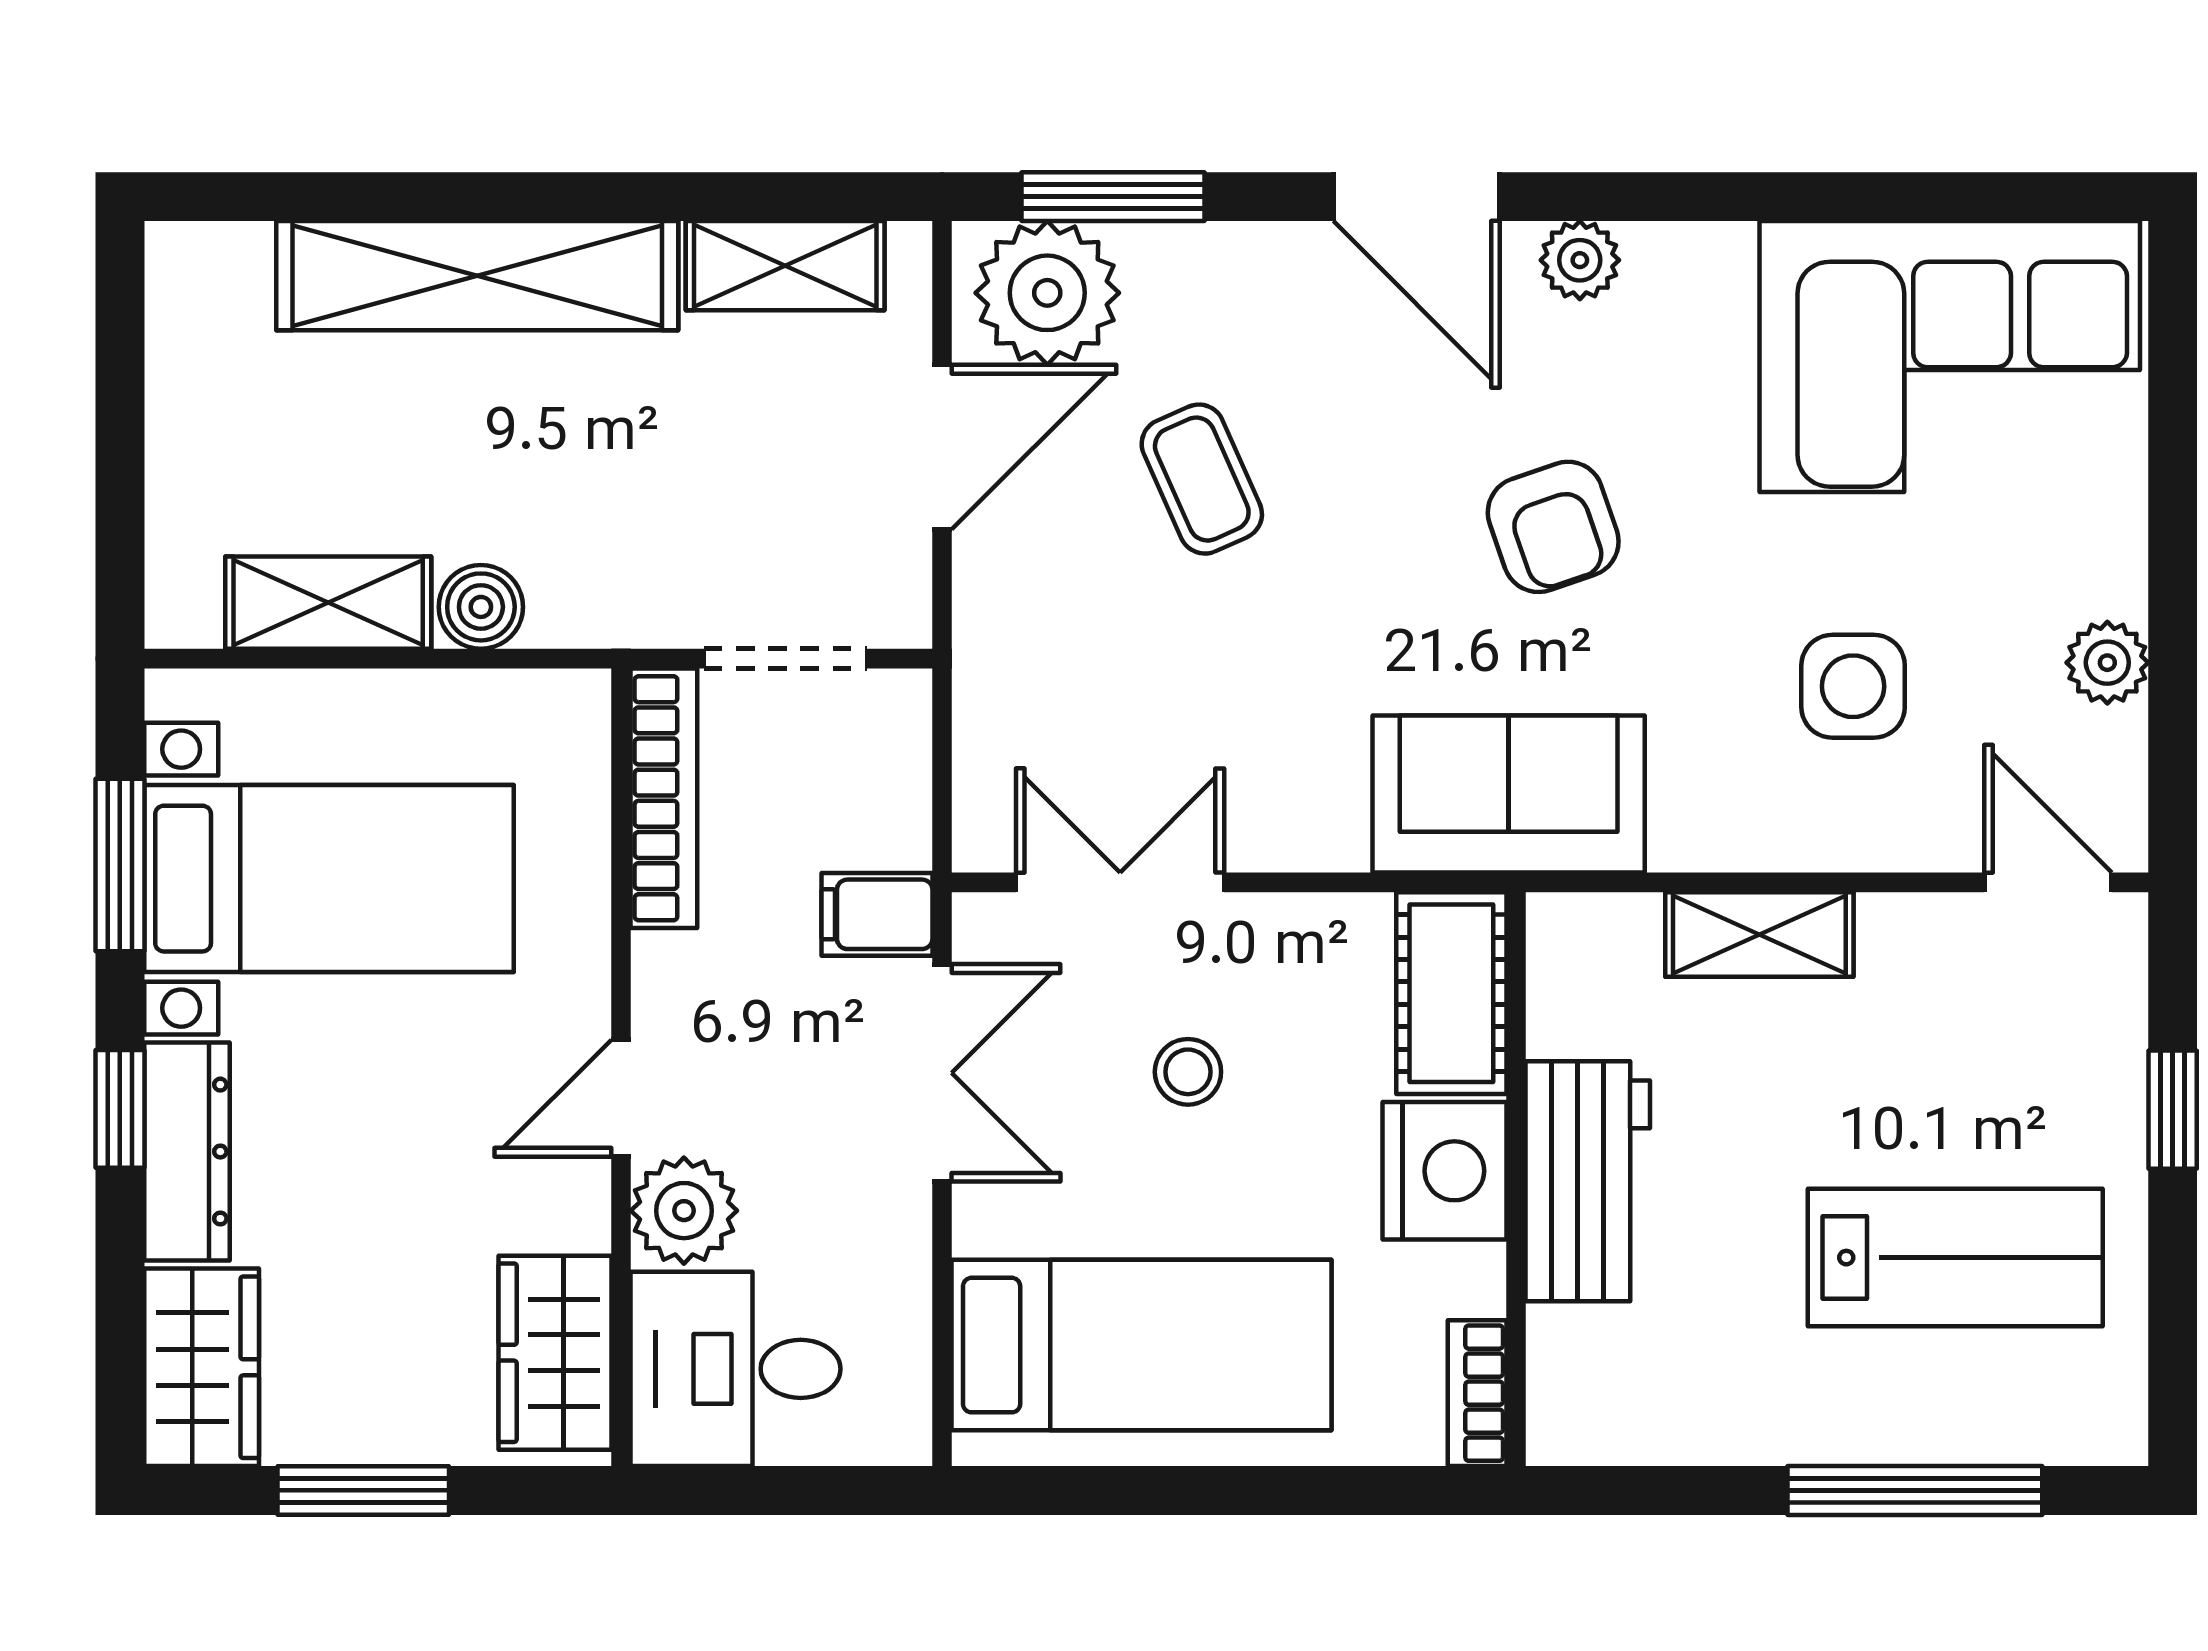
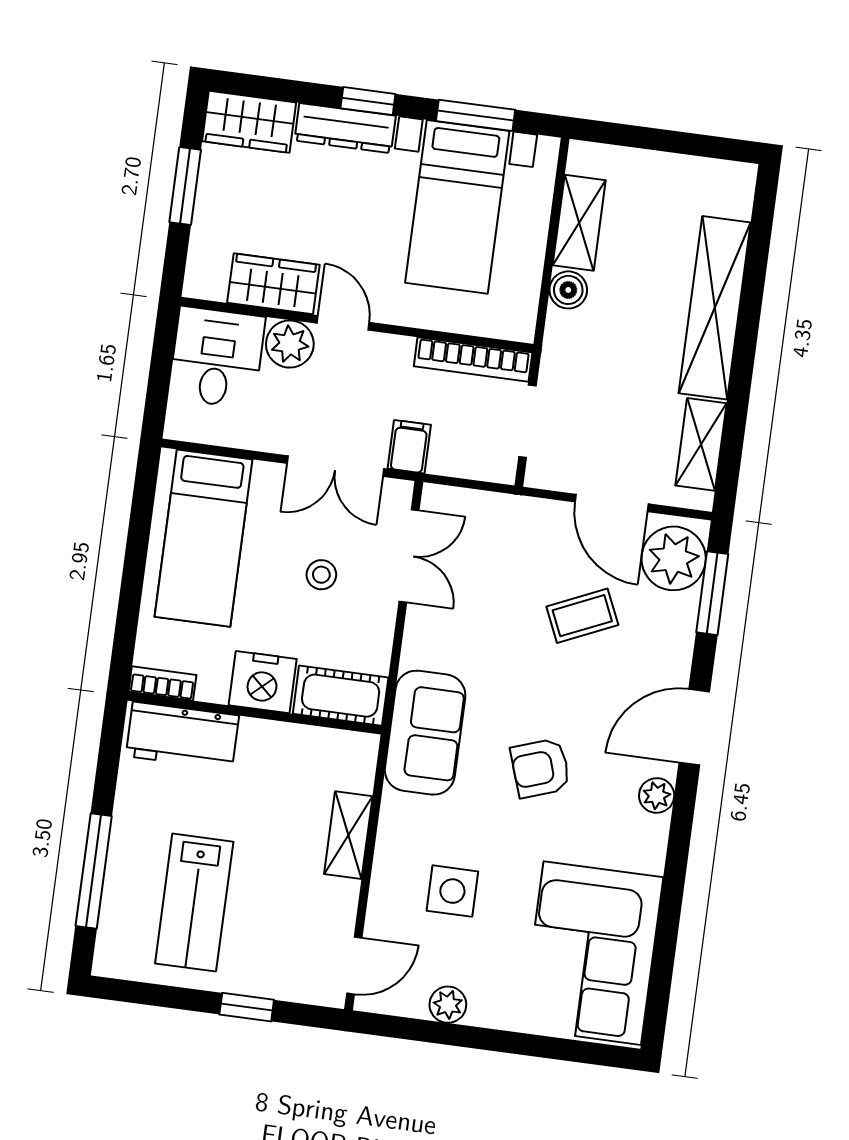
workbench: (1588, 1181) -> (182, 736), moved
wardrobe: (555, 1353) -> (273, 284), moved

